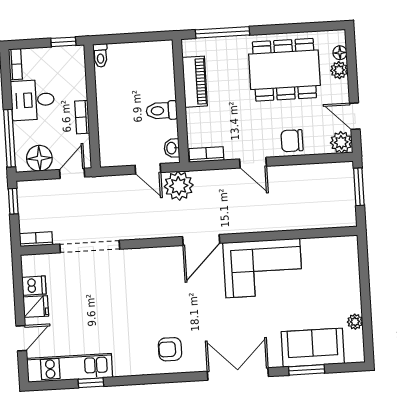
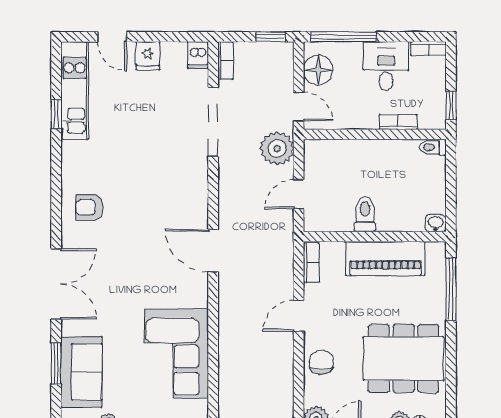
dining table: (284, 70) -> (404, 358), turned 90
piano: (195, 82) -> (385, 258), width x1.37, depth x1.33
bookcase: (82, 117) -> (398, 122), moved
washbasin: (172, 148) -> (436, 223), moved
plant: (179, 186) -> (277, 148), moved
corner sofa: (263, 268) -> (177, 354), moved
dishwasher: (34, 286) -> (198, 55), moved
armchair: (170, 349) -> (89, 207), turned -90

